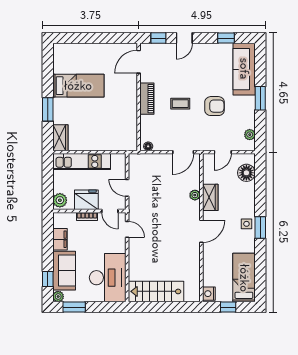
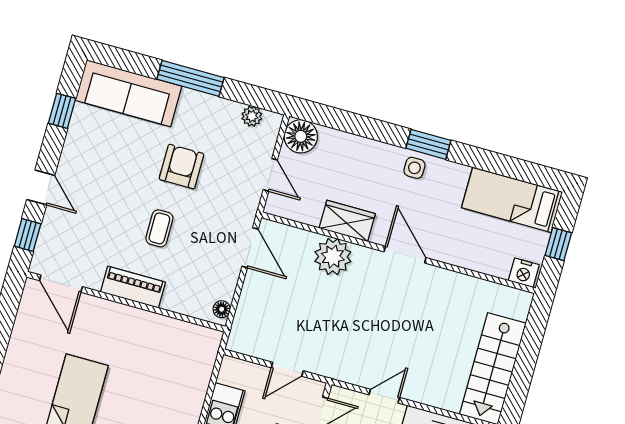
window: (260, 98) -> (190, 78), width x1.44
floor lamp: (246, 173) -> (301, 136), moved
plant: (195, 195) -> (333, 257), width x1.87, depth x1.87
door: (127, 229) -> (384, 396), moved

